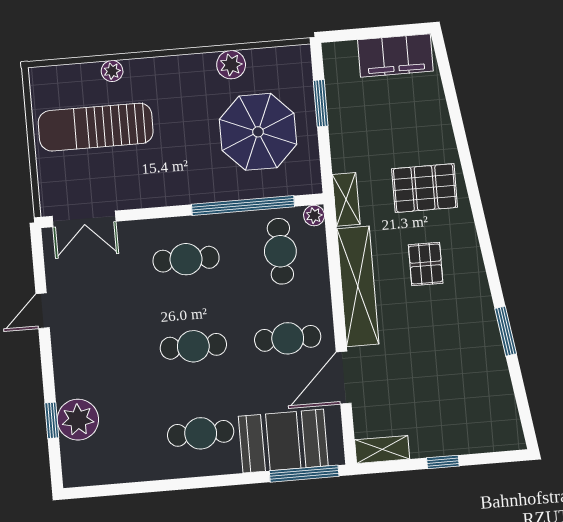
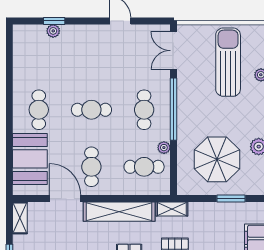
window: (243, 205) -> (173, 109), moved
plant: (314, 216) -> (164, 148), moved
cafe table: (193, 346) -> (91, 110), turned 90
plant: (78, 420) -> (53, 31), width x0.53, depth x0.53
window: (304, 474) -> (9, 170), removed

